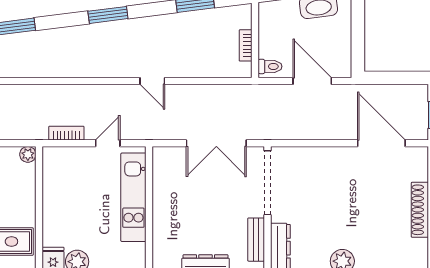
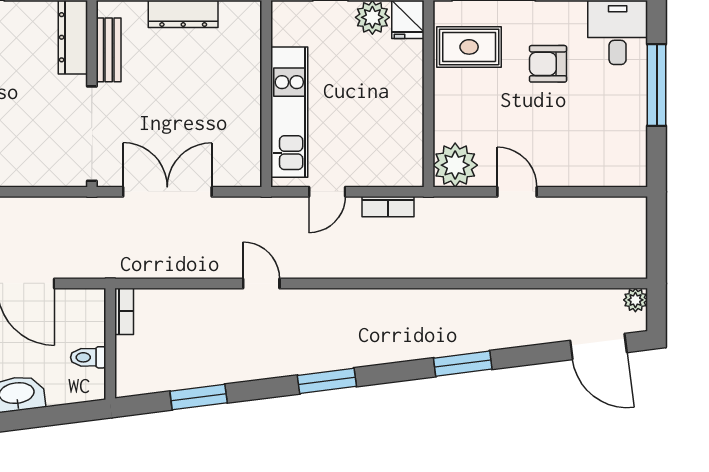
bookcase: (246, 45) -> (124, 311), moved
toilet: (270, 66) -> (88, 357), moved
plant: (28, 154) -> (455, 165), width x1.88, depth x1.88

